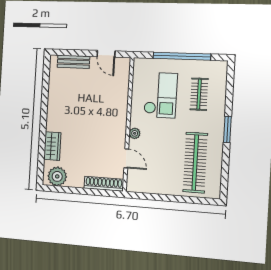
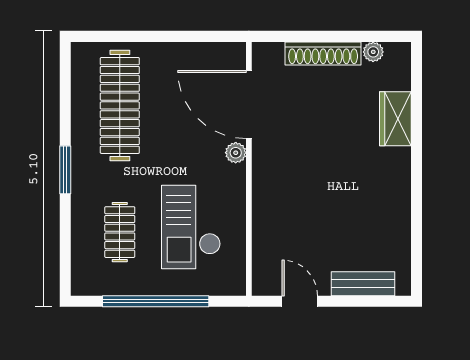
door: (126, 158) -> (249, 104), width x1.87
plant: (57, 176) -> (373, 52), width x0.53, depth x0.53
shoe rack: (104, 184) -> (323, 53), moved

